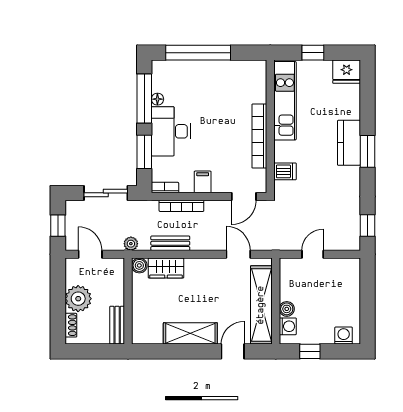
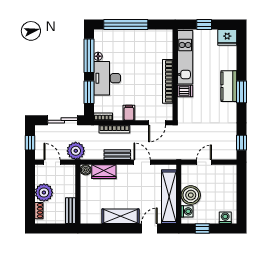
dishwasher: (285, 171) -> (185, 91), moved
bench: (170, 243) -> (117, 155), moved
plant: (131, 244) -> (76, 151), width x1.87, depth x1.87
door: (238, 254) -> (142, 162), moved
boiler: (287, 309) -> (191, 195), width x1.86, depth x1.86

